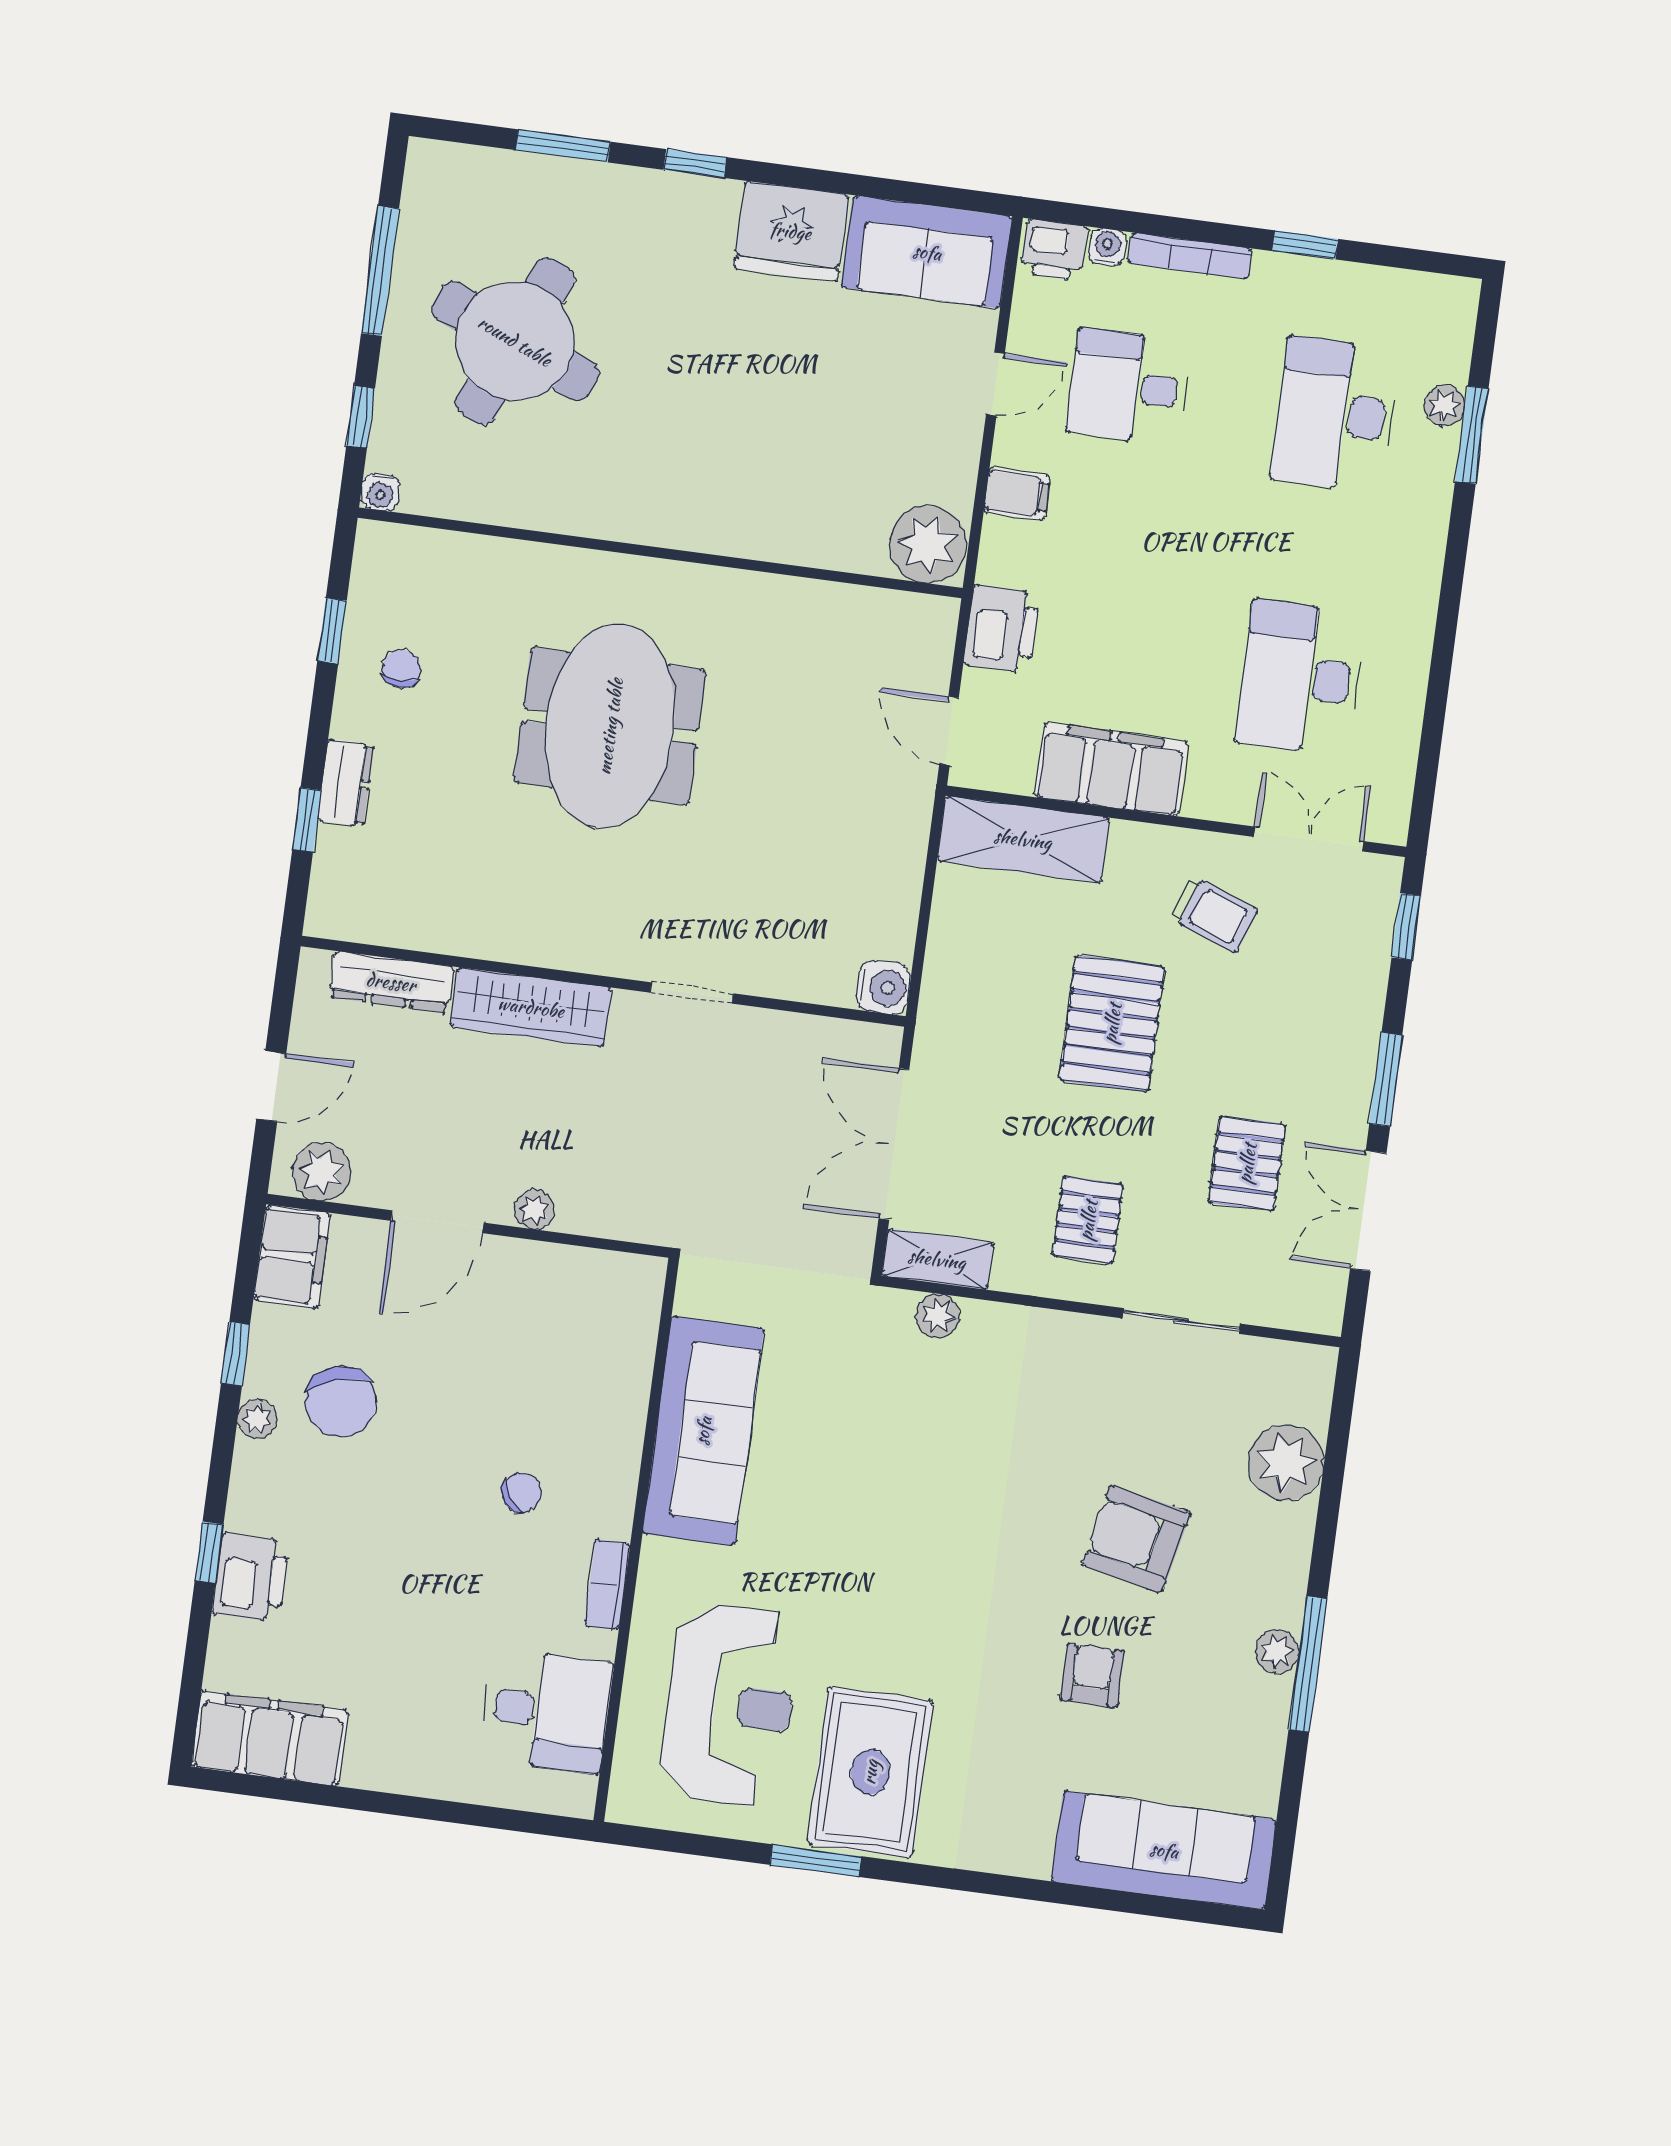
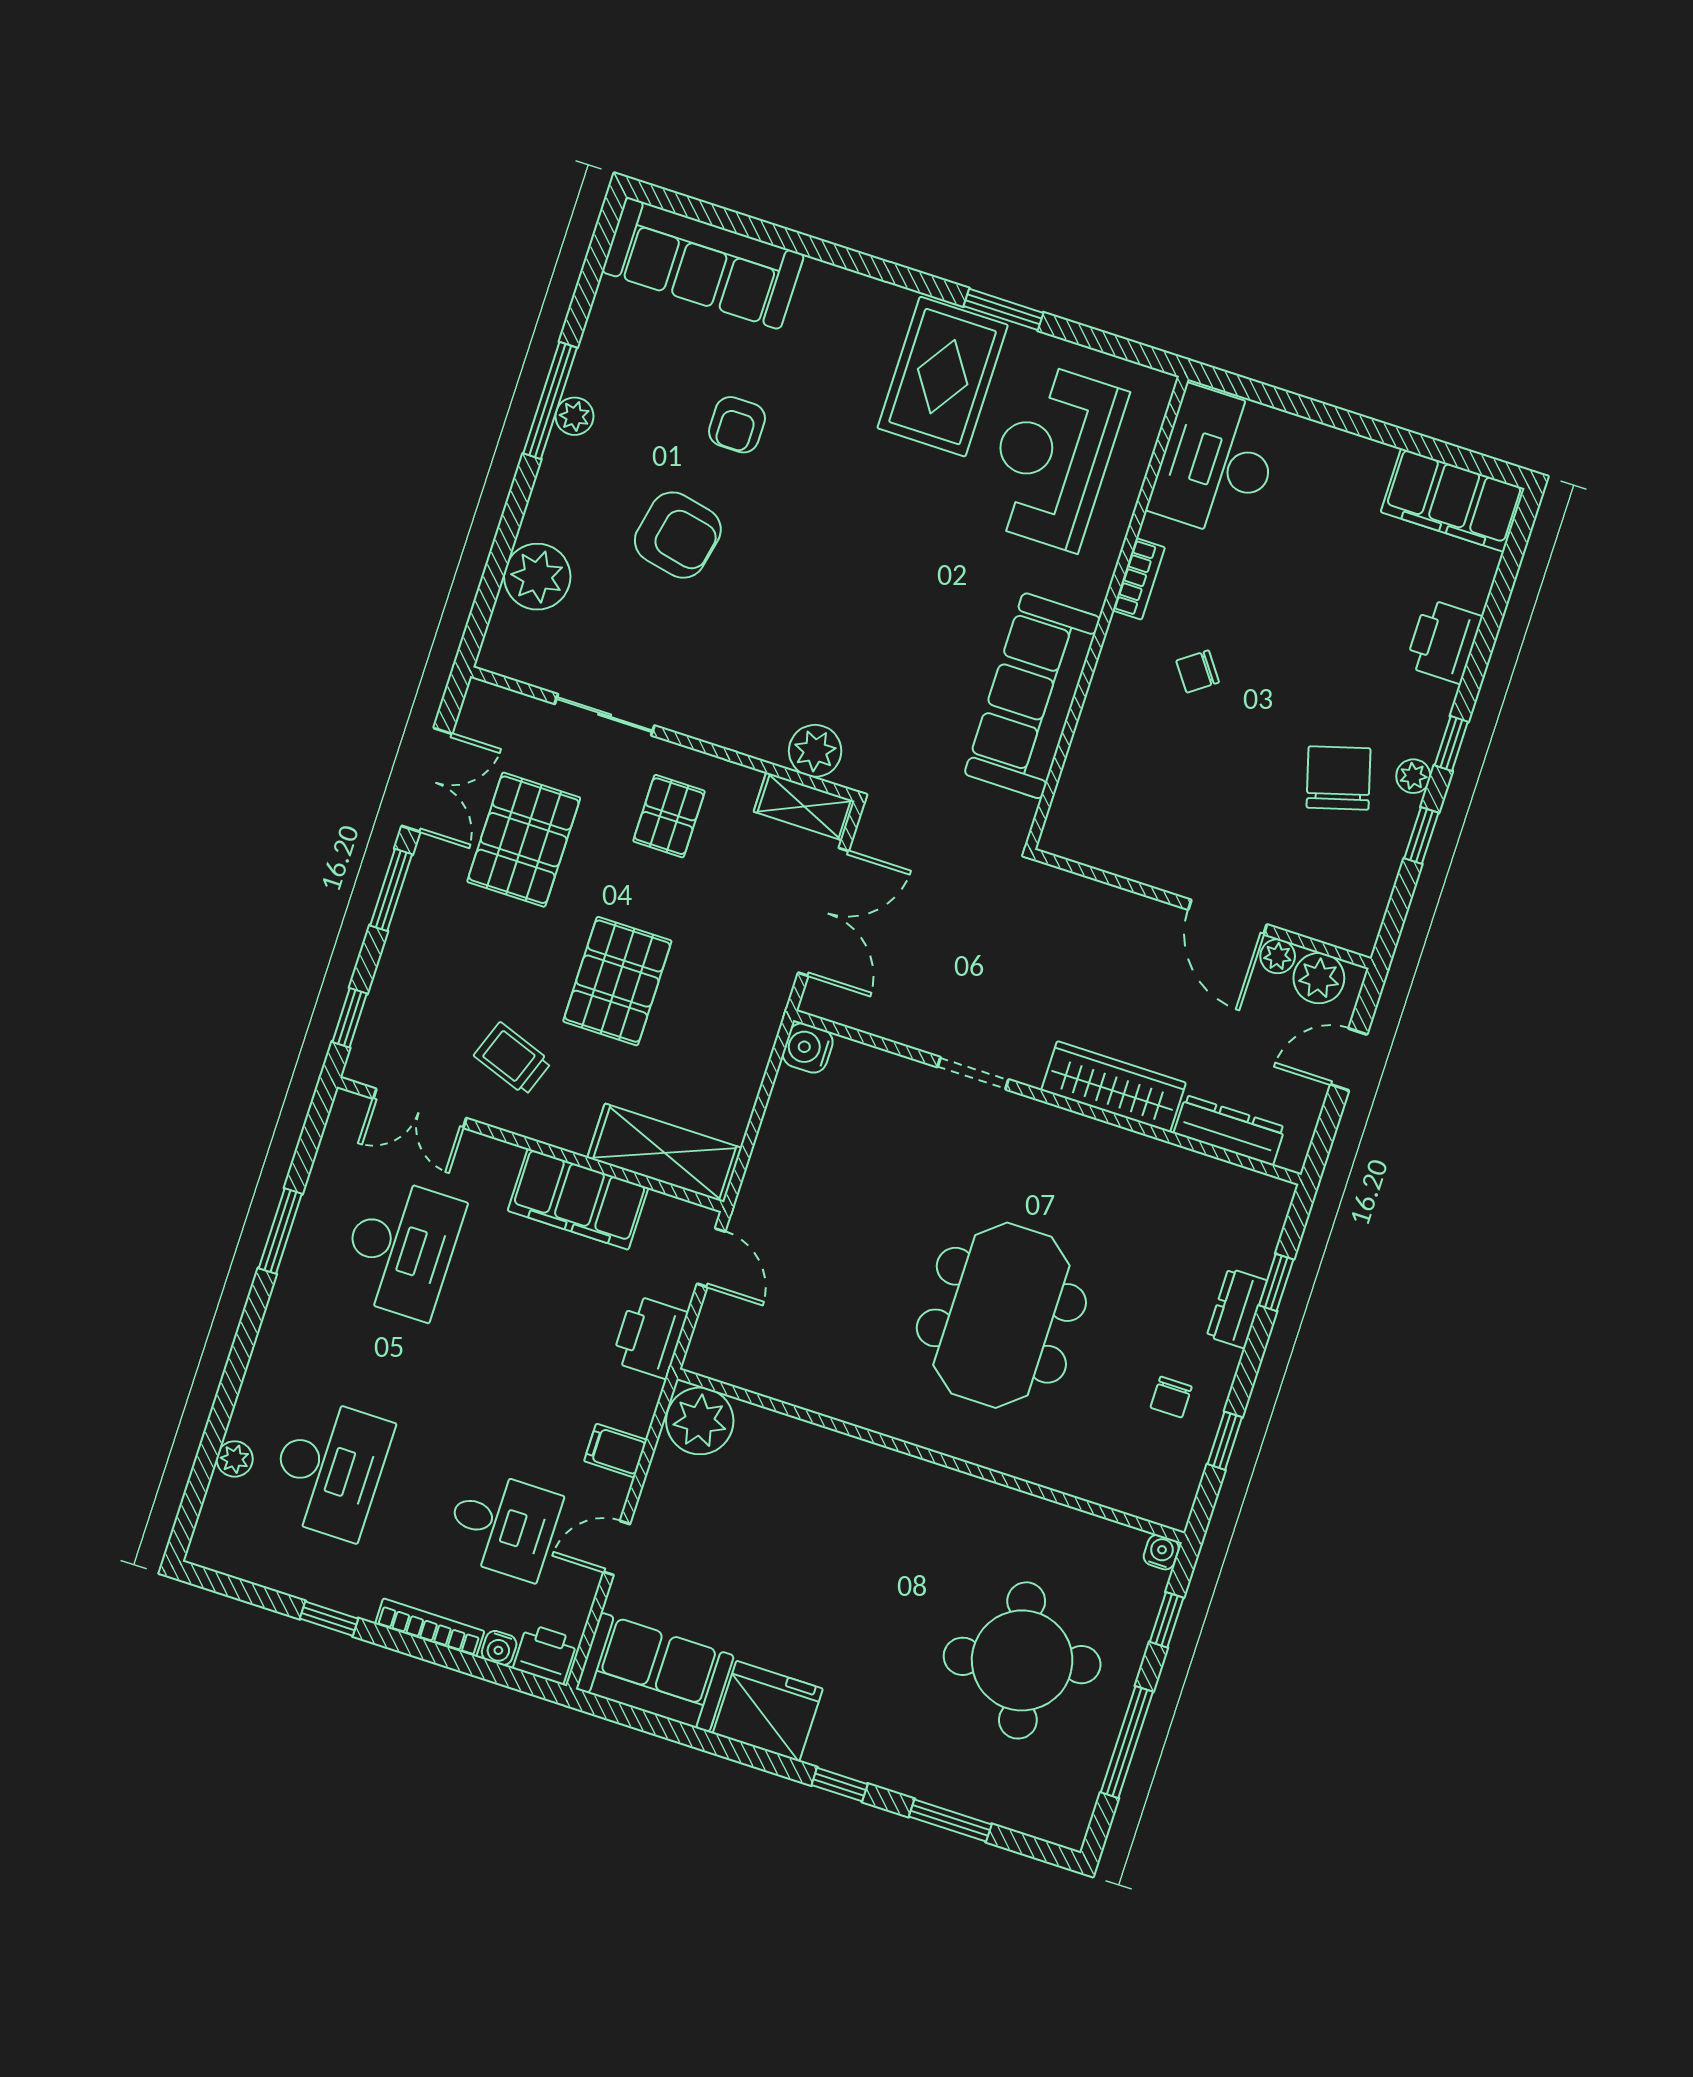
round table: (515, 341) -> (1022, 1660), turned -37
window: (1472, 435) -> (280, 1231), moved
pallet: (1247, 1163) -> (524, 840), width x1.50, depth x1.42
plant: (534, 1210) -> (1278, 956), moved
door: (437, 1222) -> (1227, 917), swing flipped
filing cabinet: (292, 1257) -> (1358, 910), removed
plant: (938, 1316) -> (815, 751), width x1.38, depth x1.38
window: (209, 1552) -> (1451, 744), moved
desk: (547, 1711) -> (1216, 462), width x1.37

